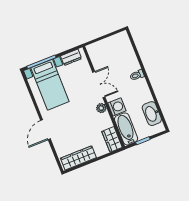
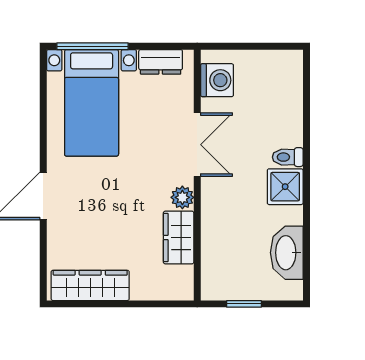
shower: (141, 87) -> (285, 187), added
washing machine: (117, 107) -> (217, 80), moved
bathtub: (126, 129) -> (218, 264), removed
wardrobe: (112, 139) -> (179, 238), moved

